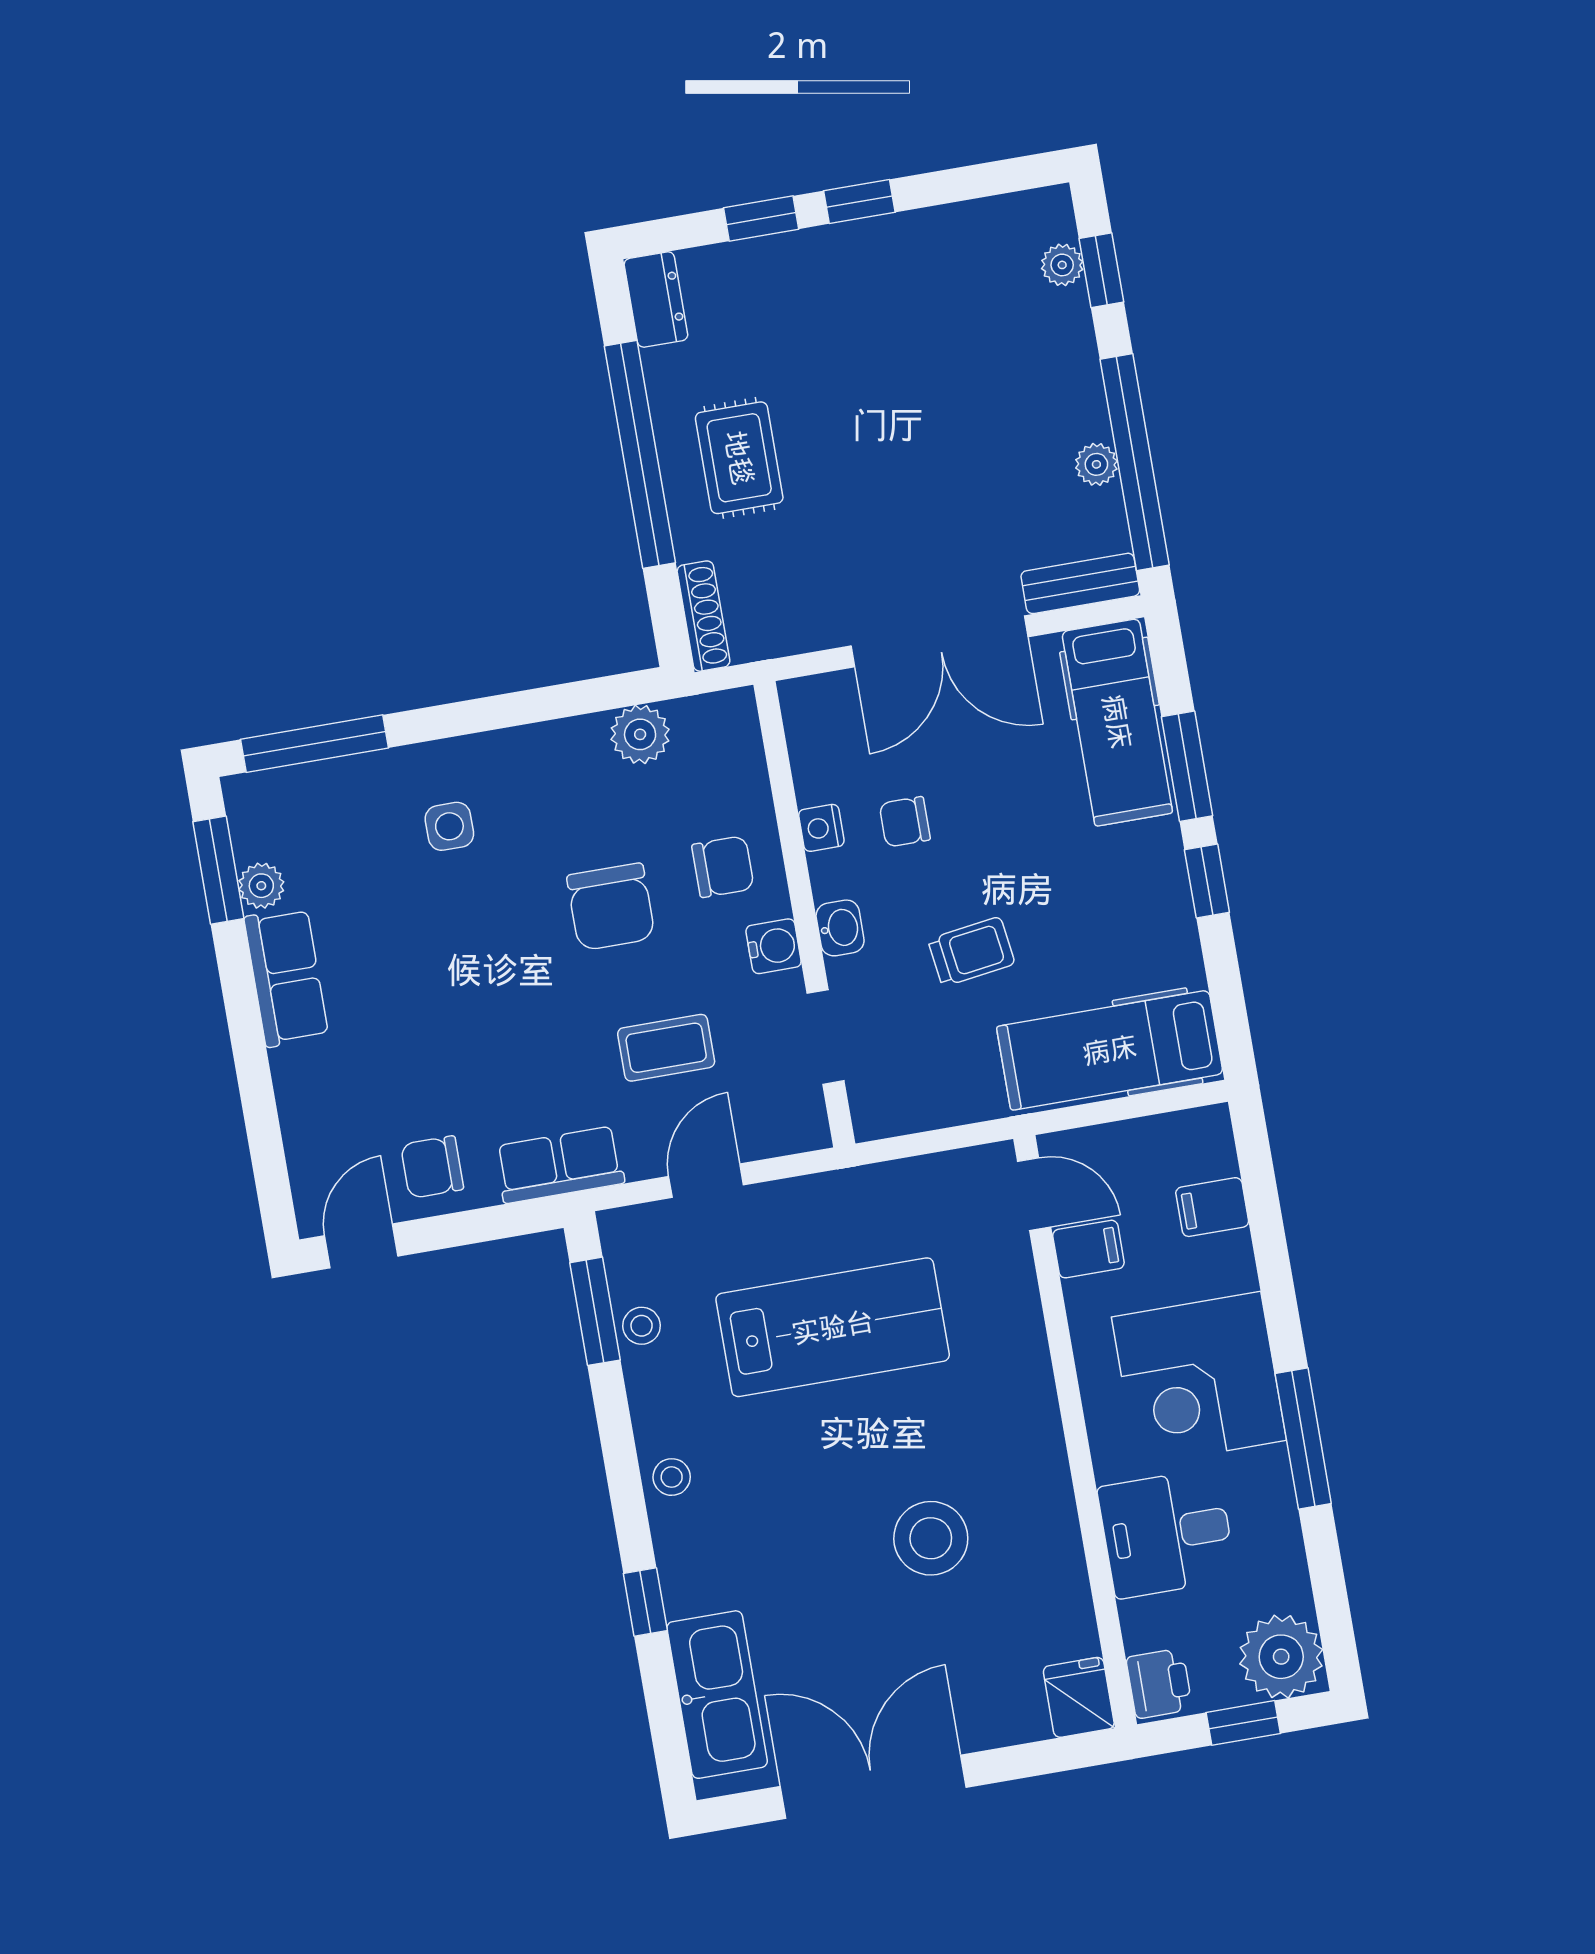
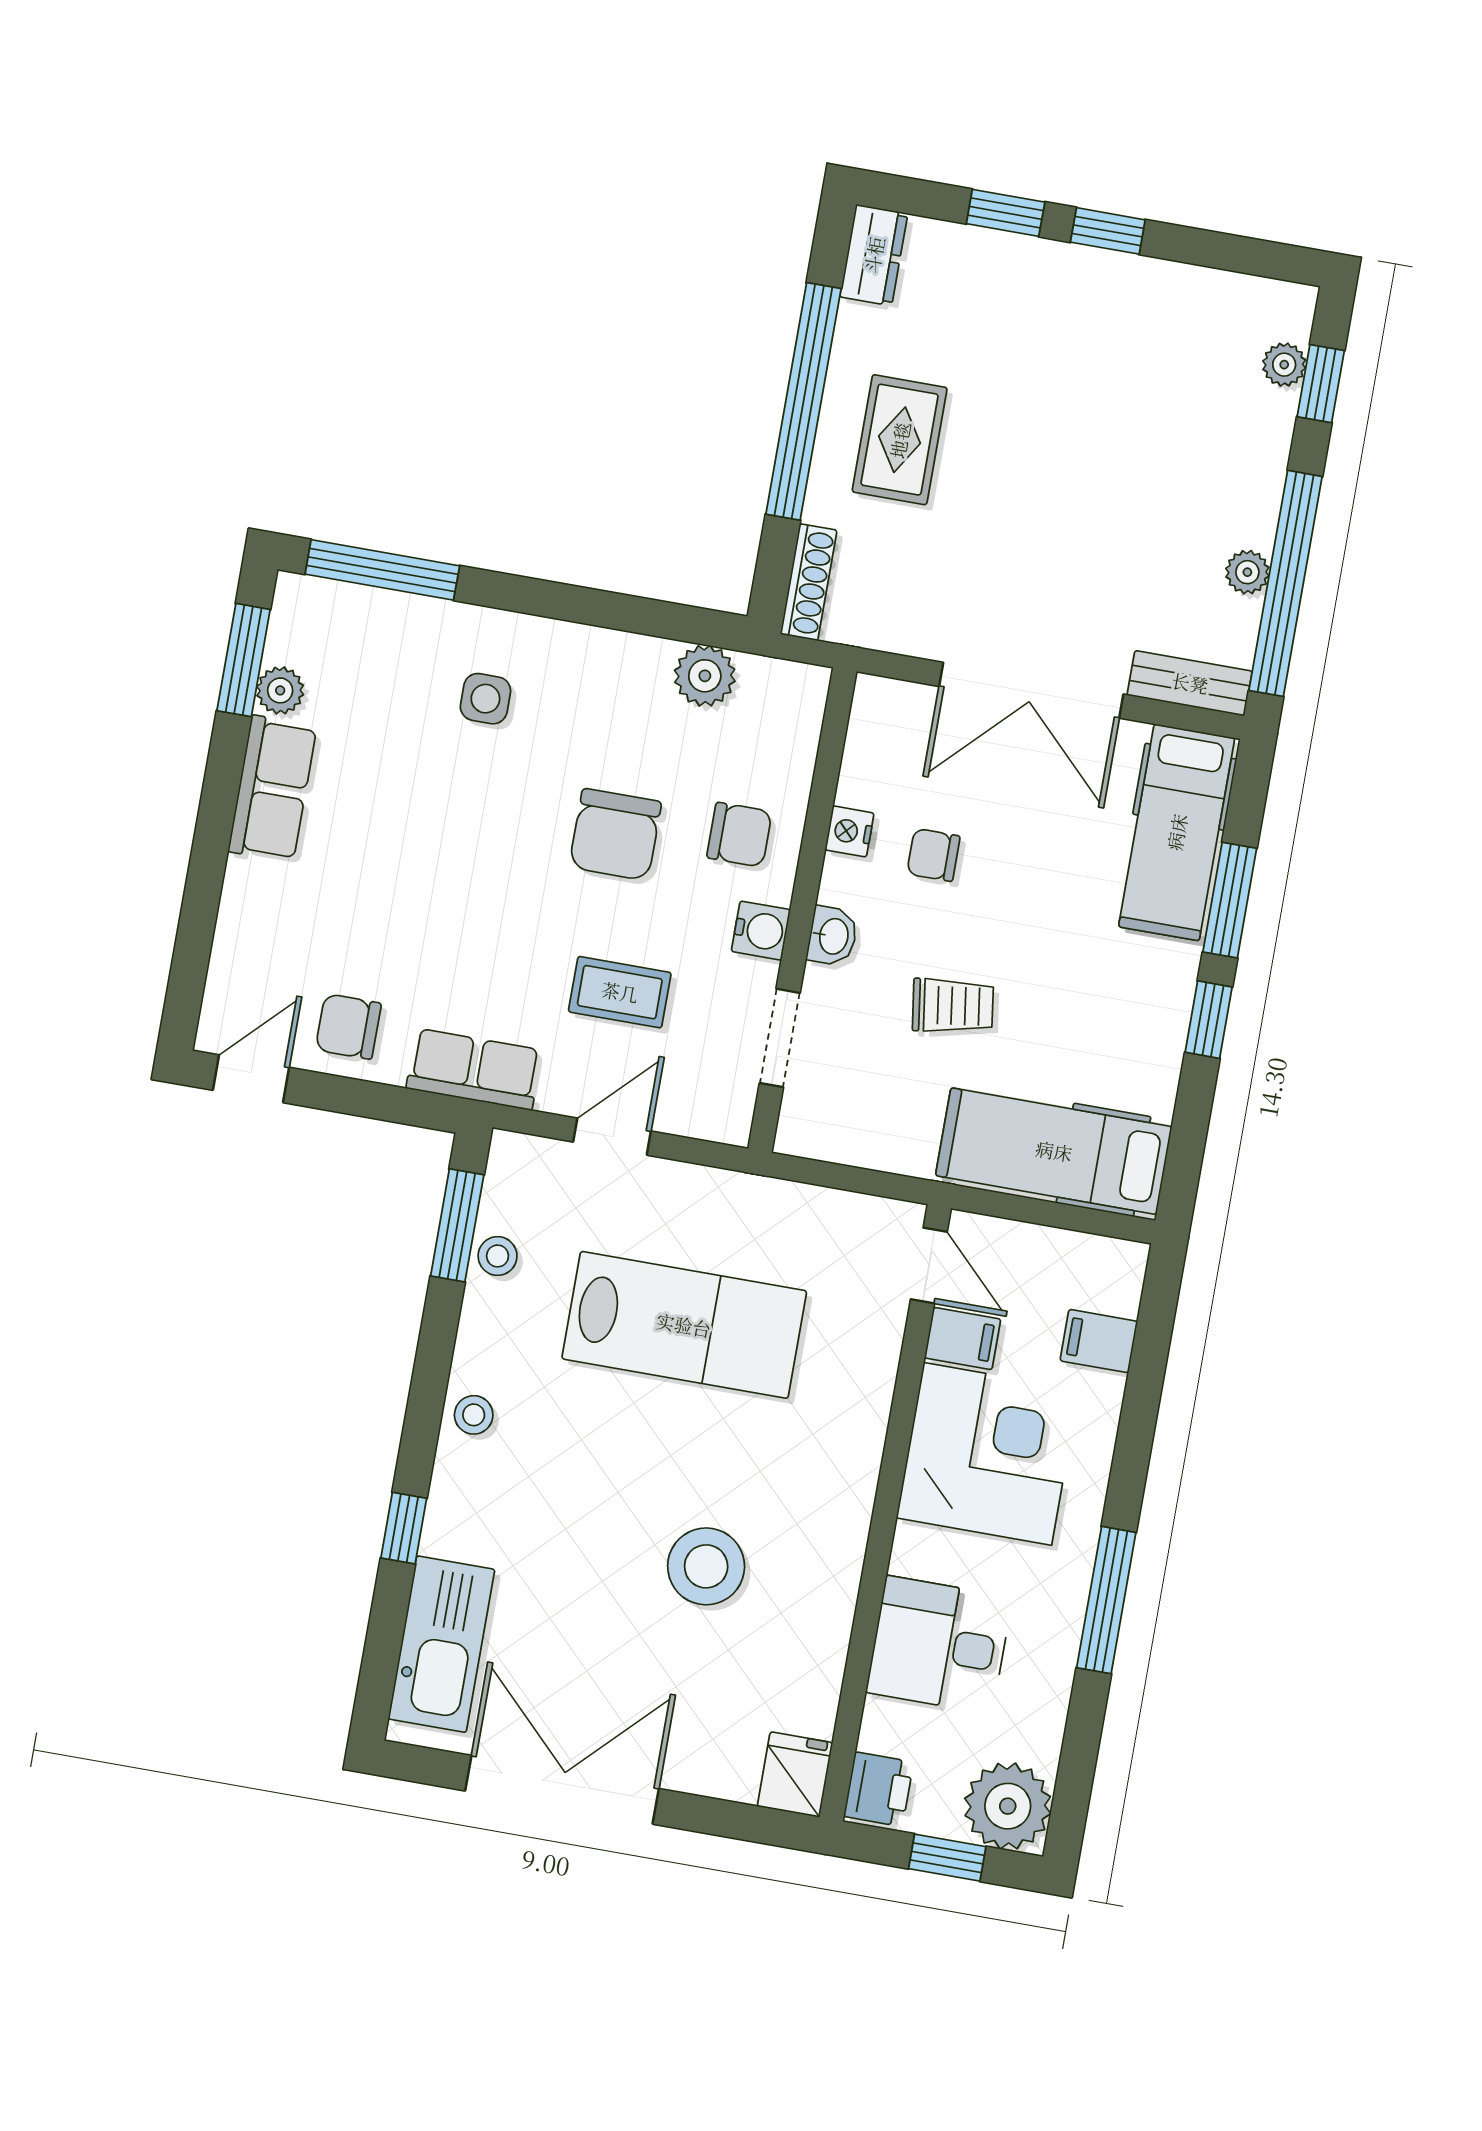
corner desk: (1199, 1379) -> (988, 1454), moved, turned 180

